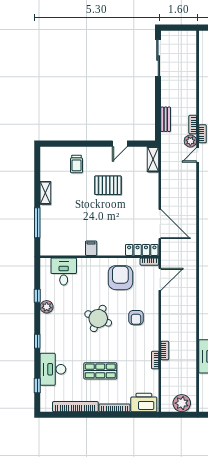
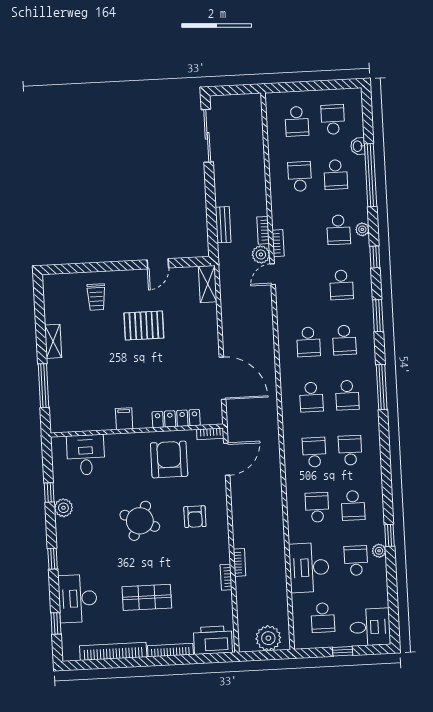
locker: (142, 250) -> (176, 419), moved

